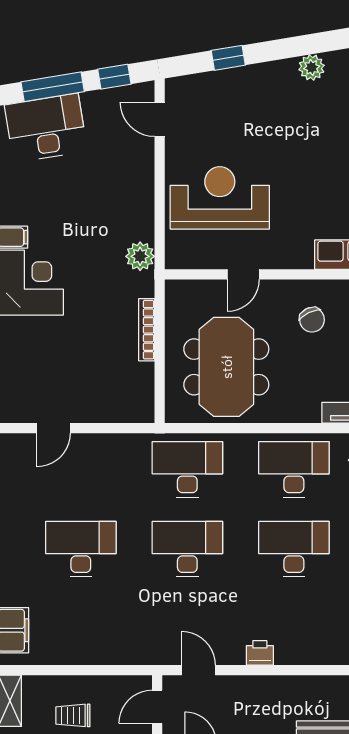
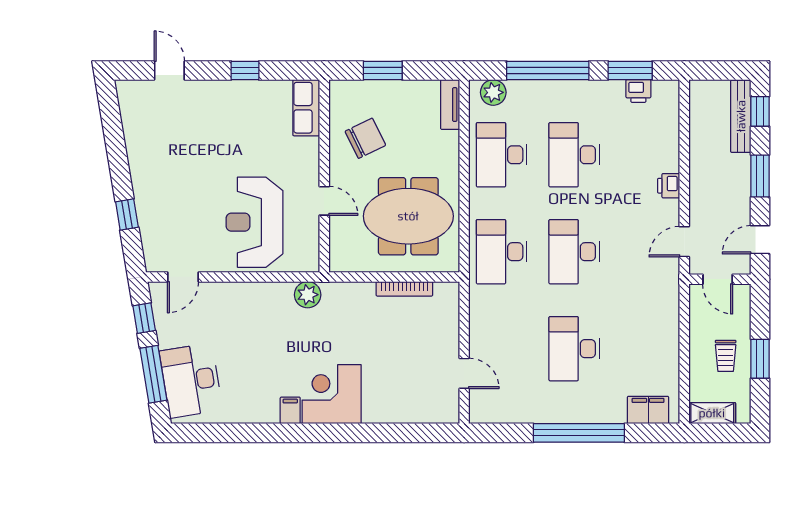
plant: (312, 67) -> (136, 139), removed
chair: (312, 320) -> (365, 138), width x1.37, depth x1.37
bookcase: (147, 330) -> (404, 289), moved

